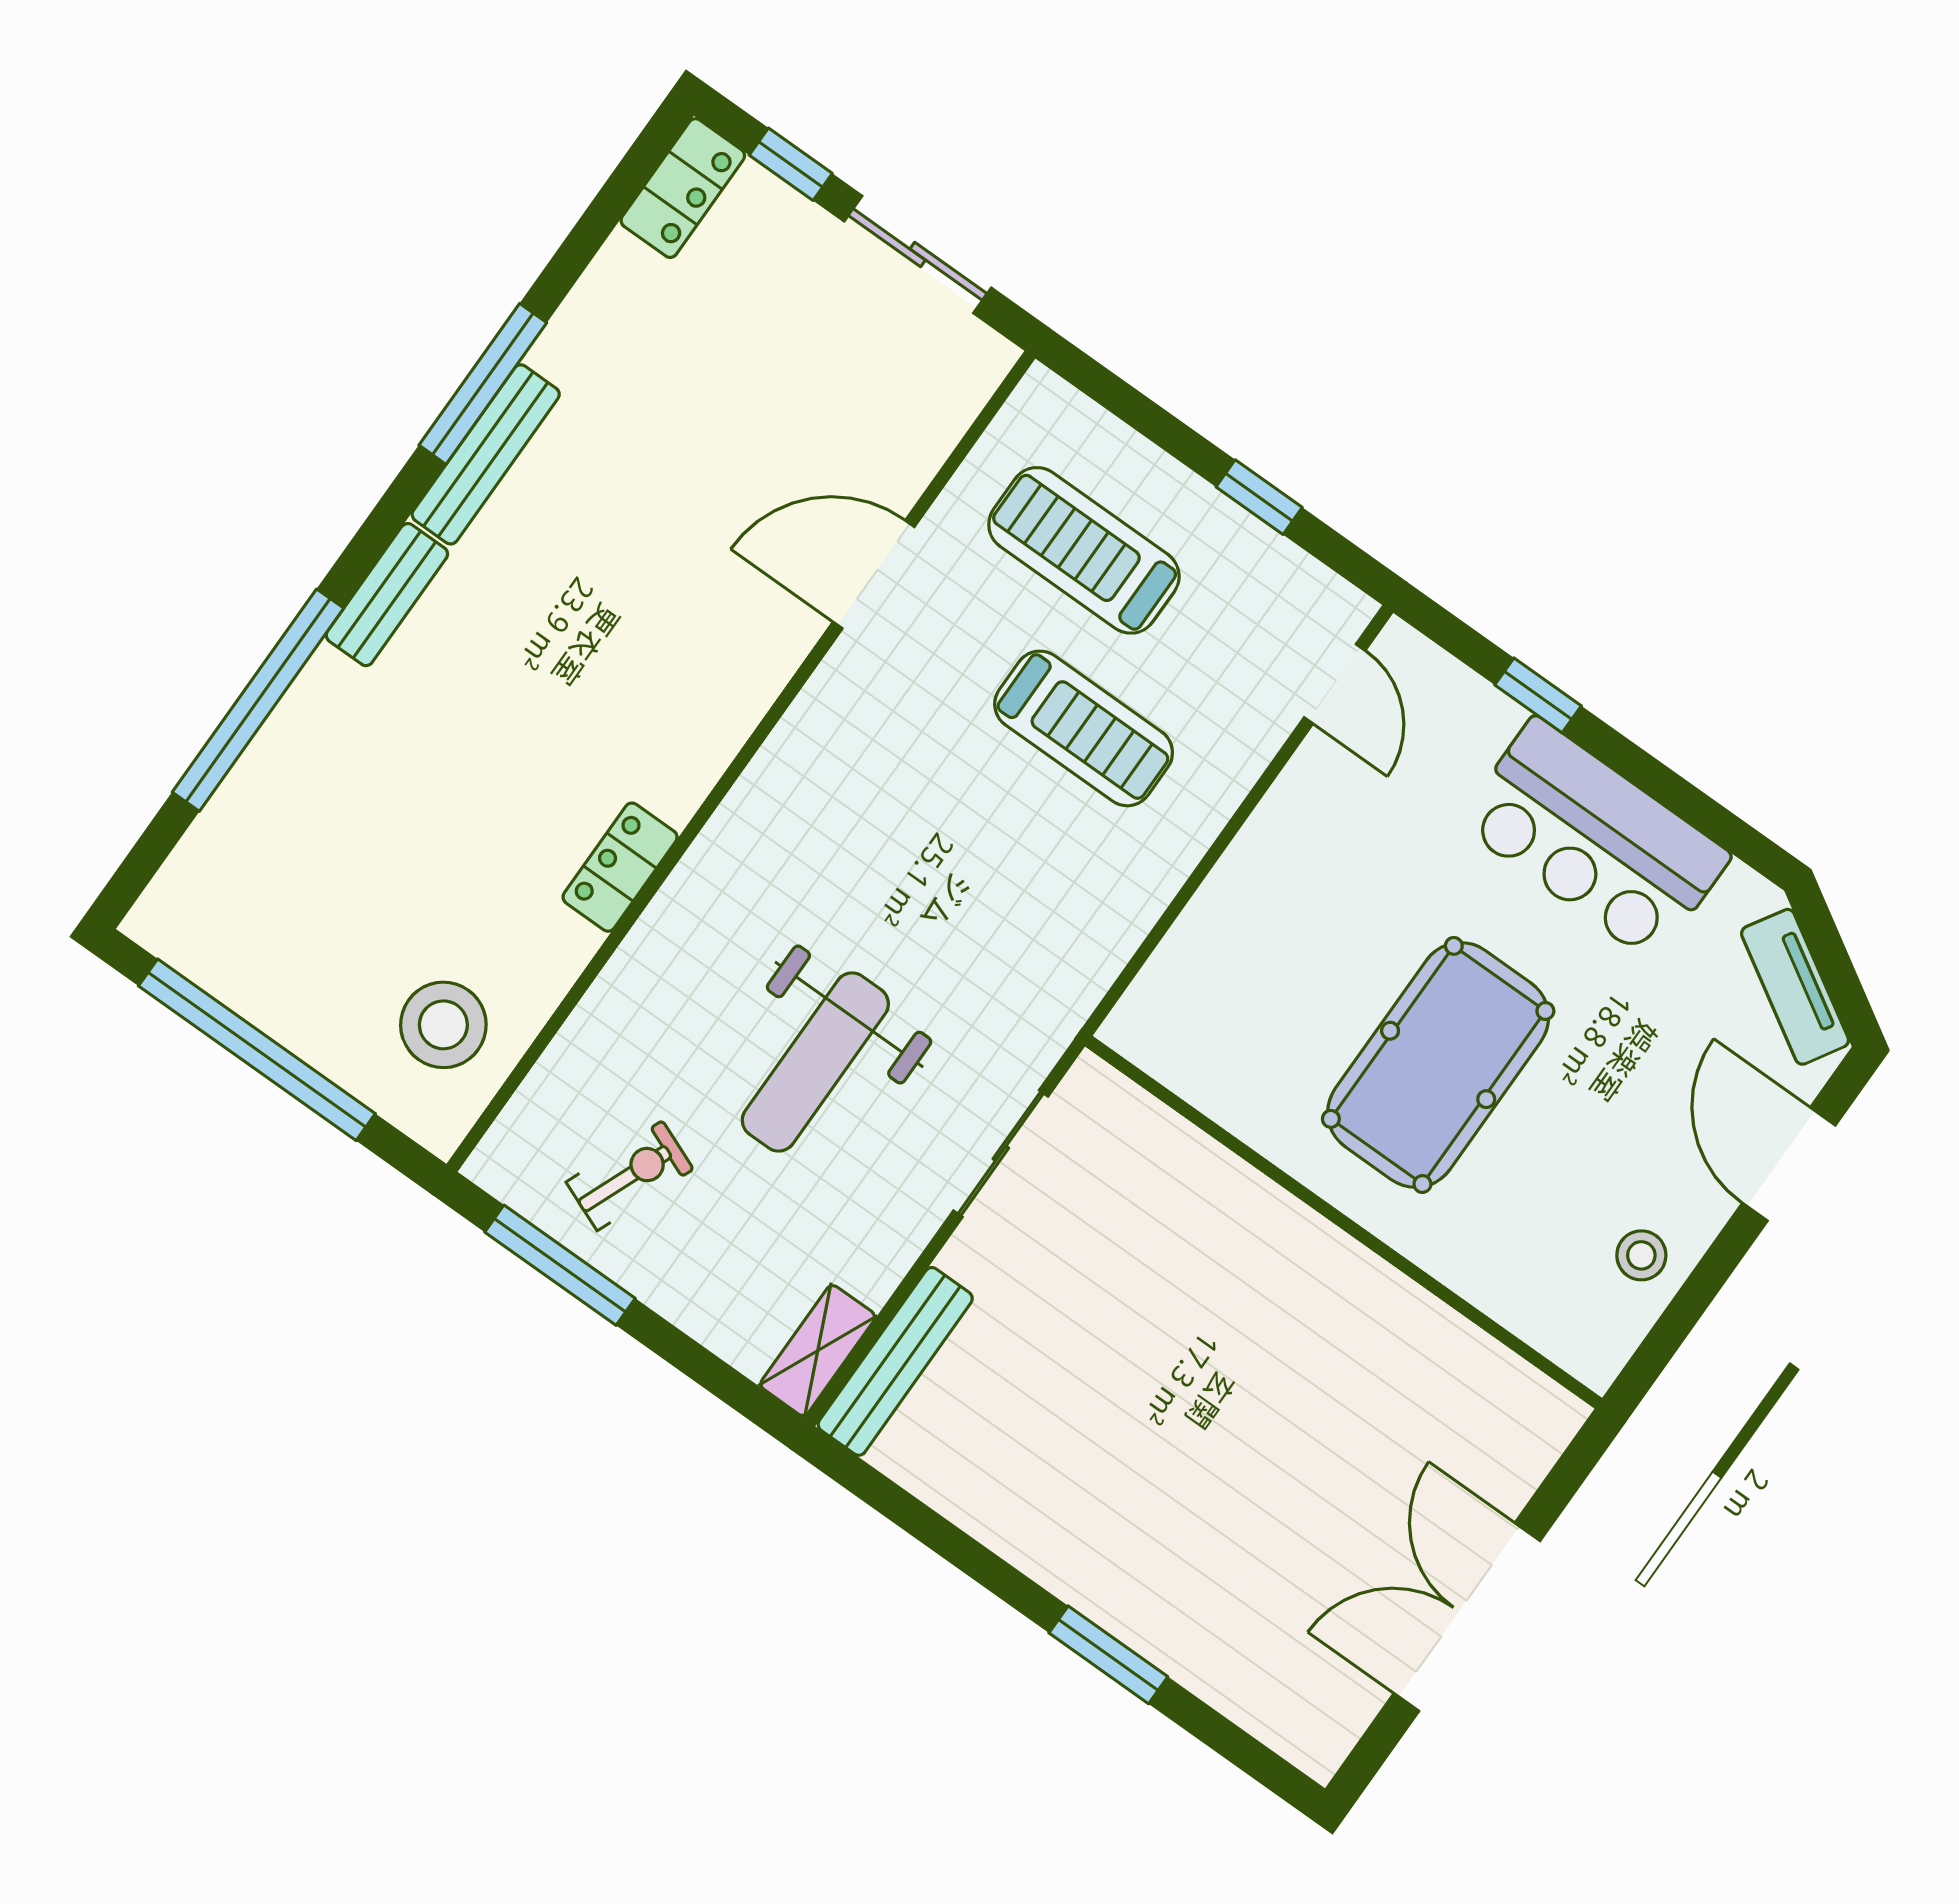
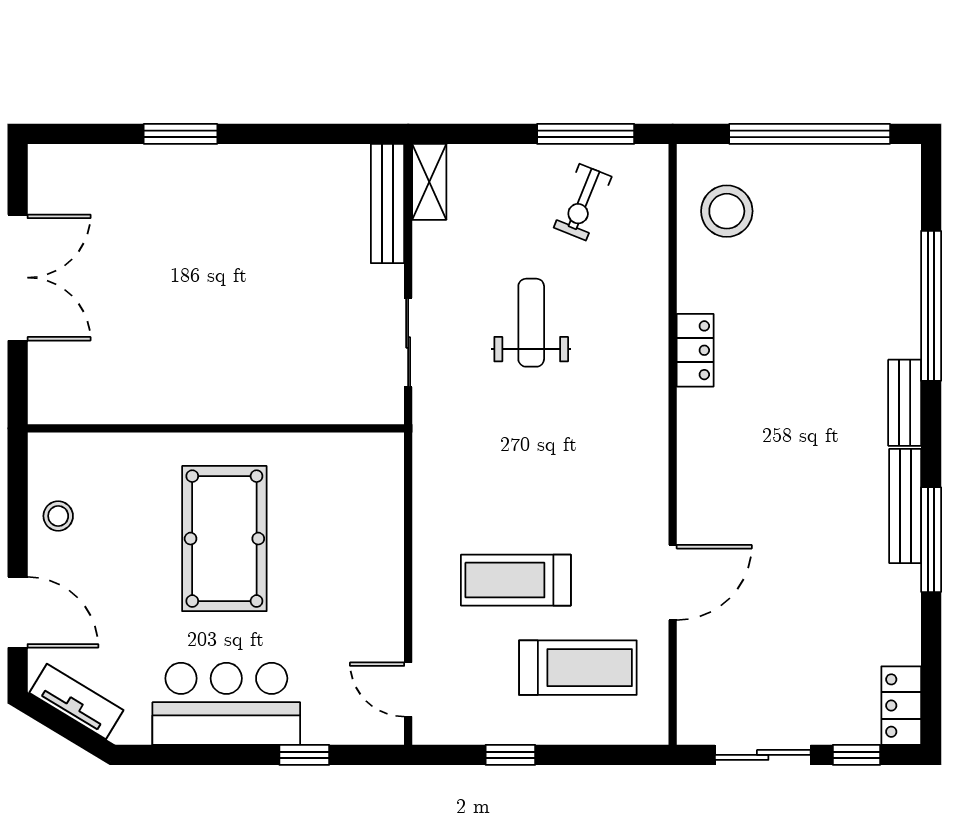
weight bench: (815, 1062) -> (531, 323), width x0.73, depth x0.75

